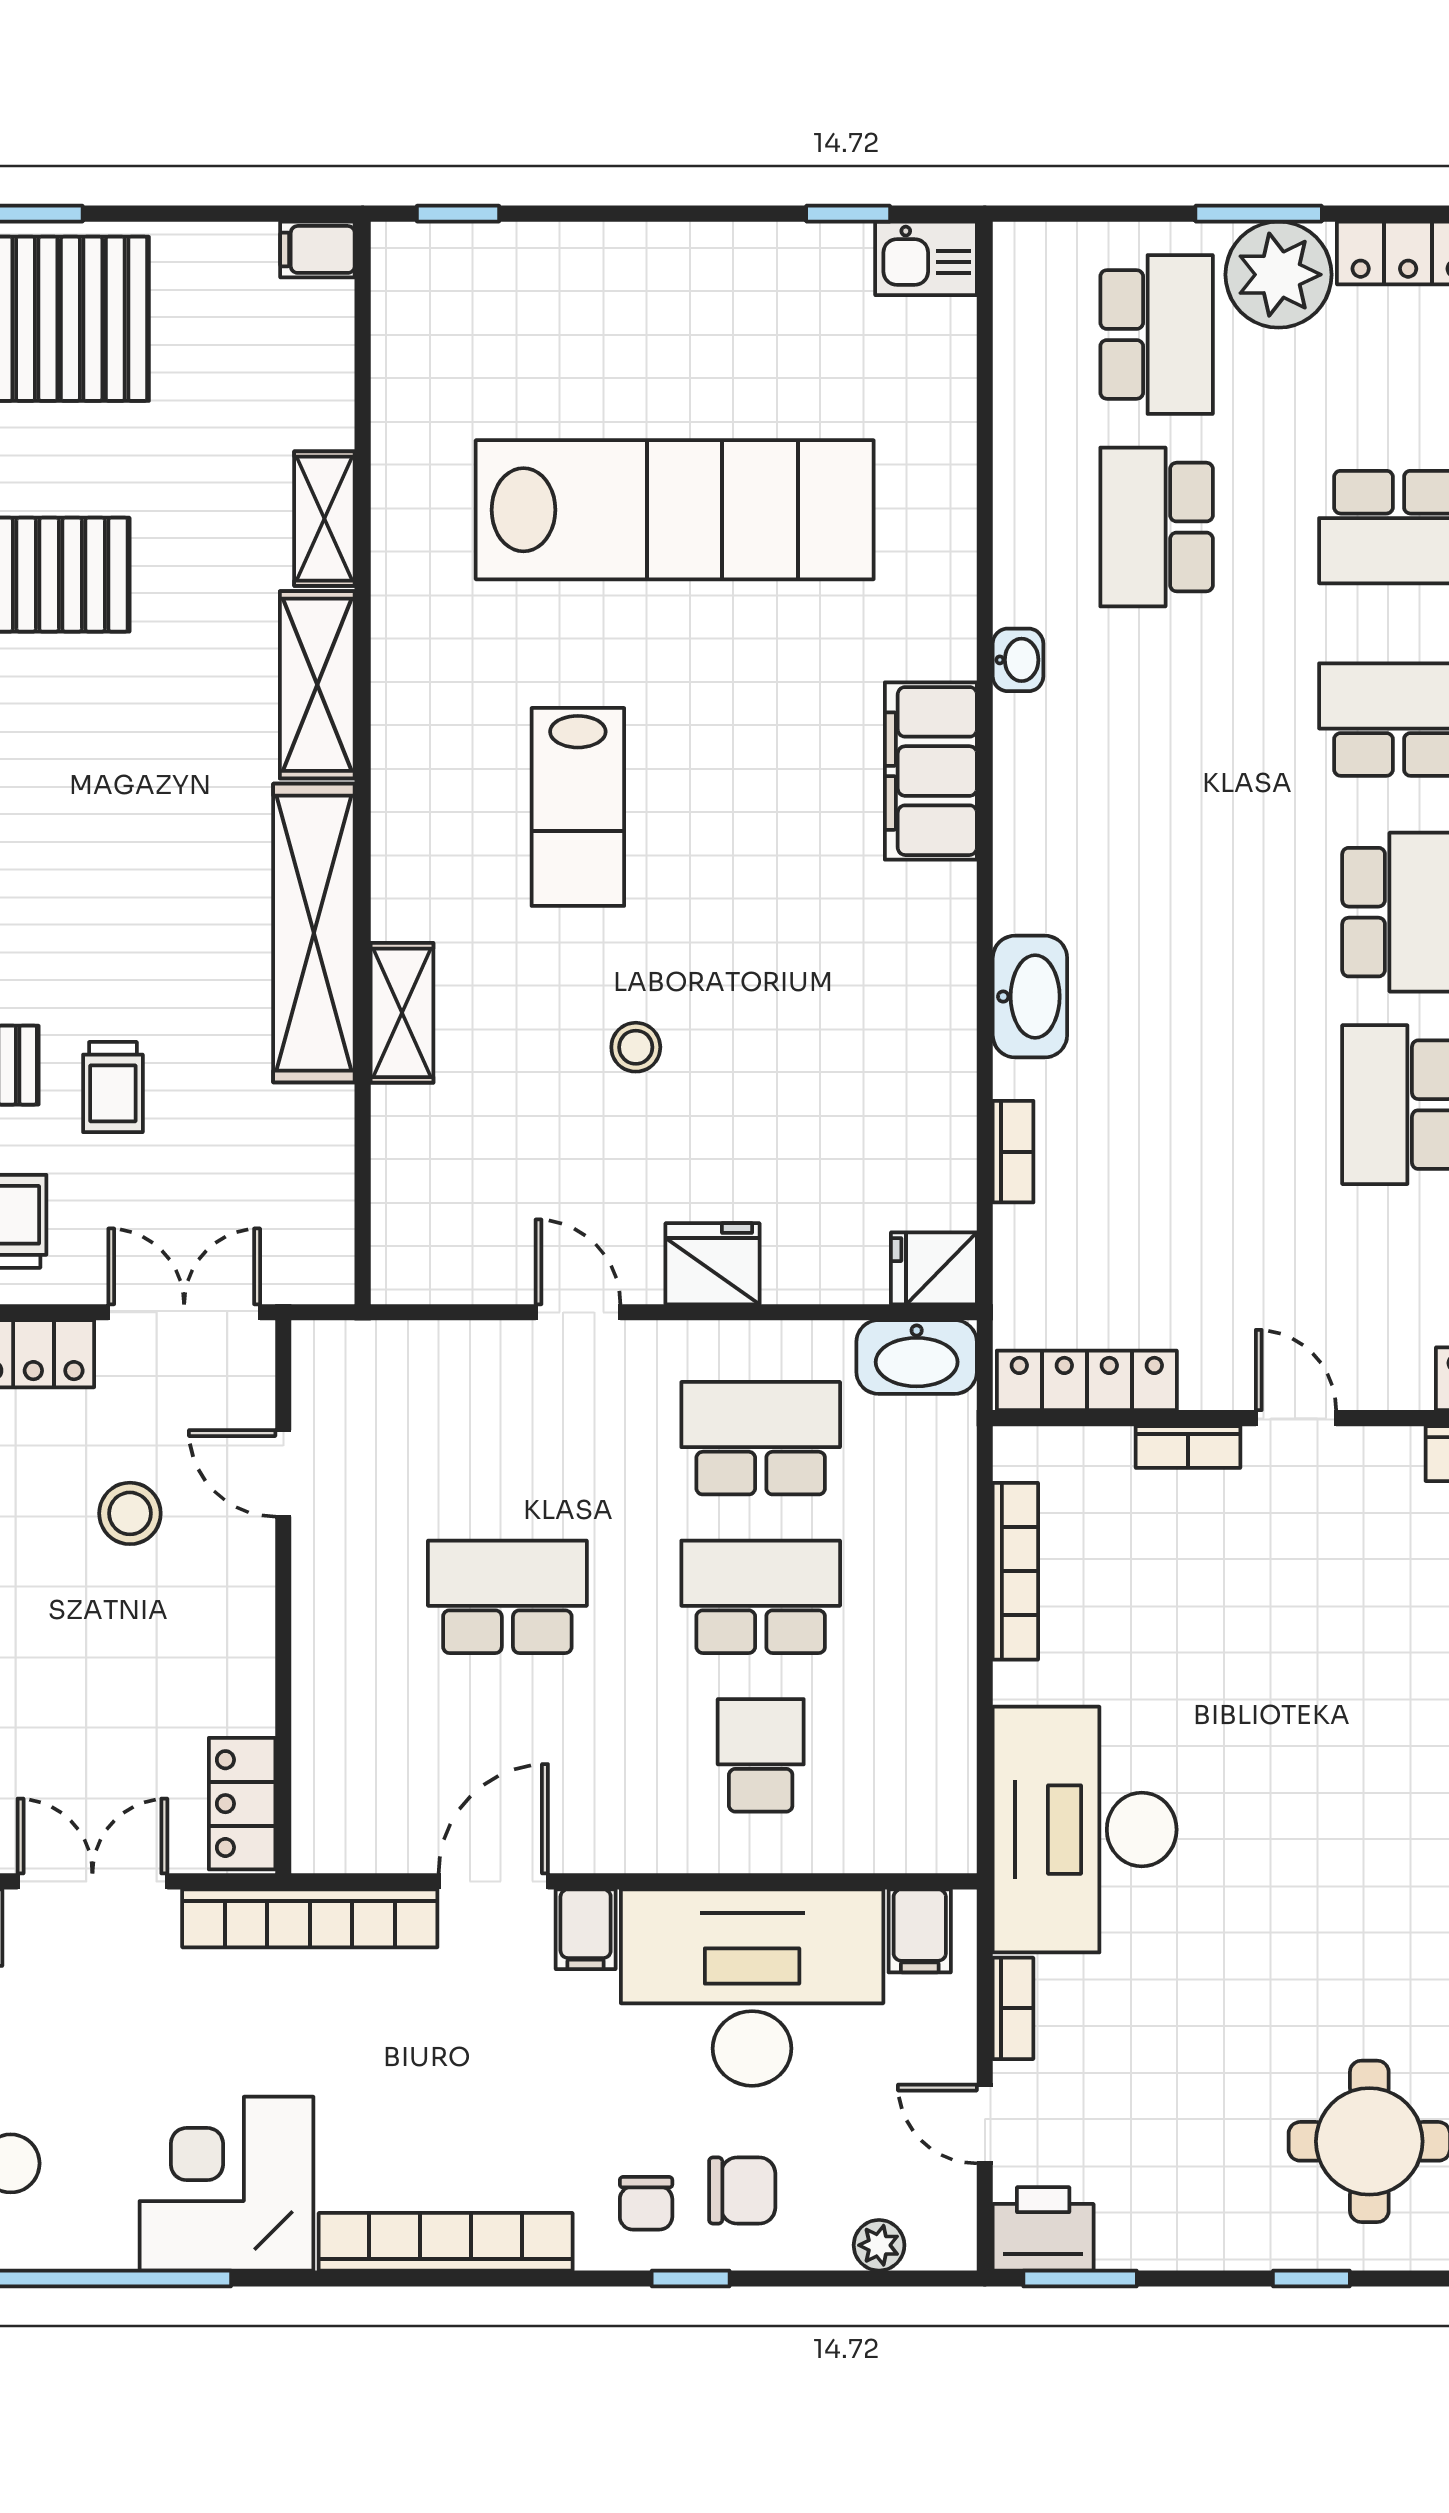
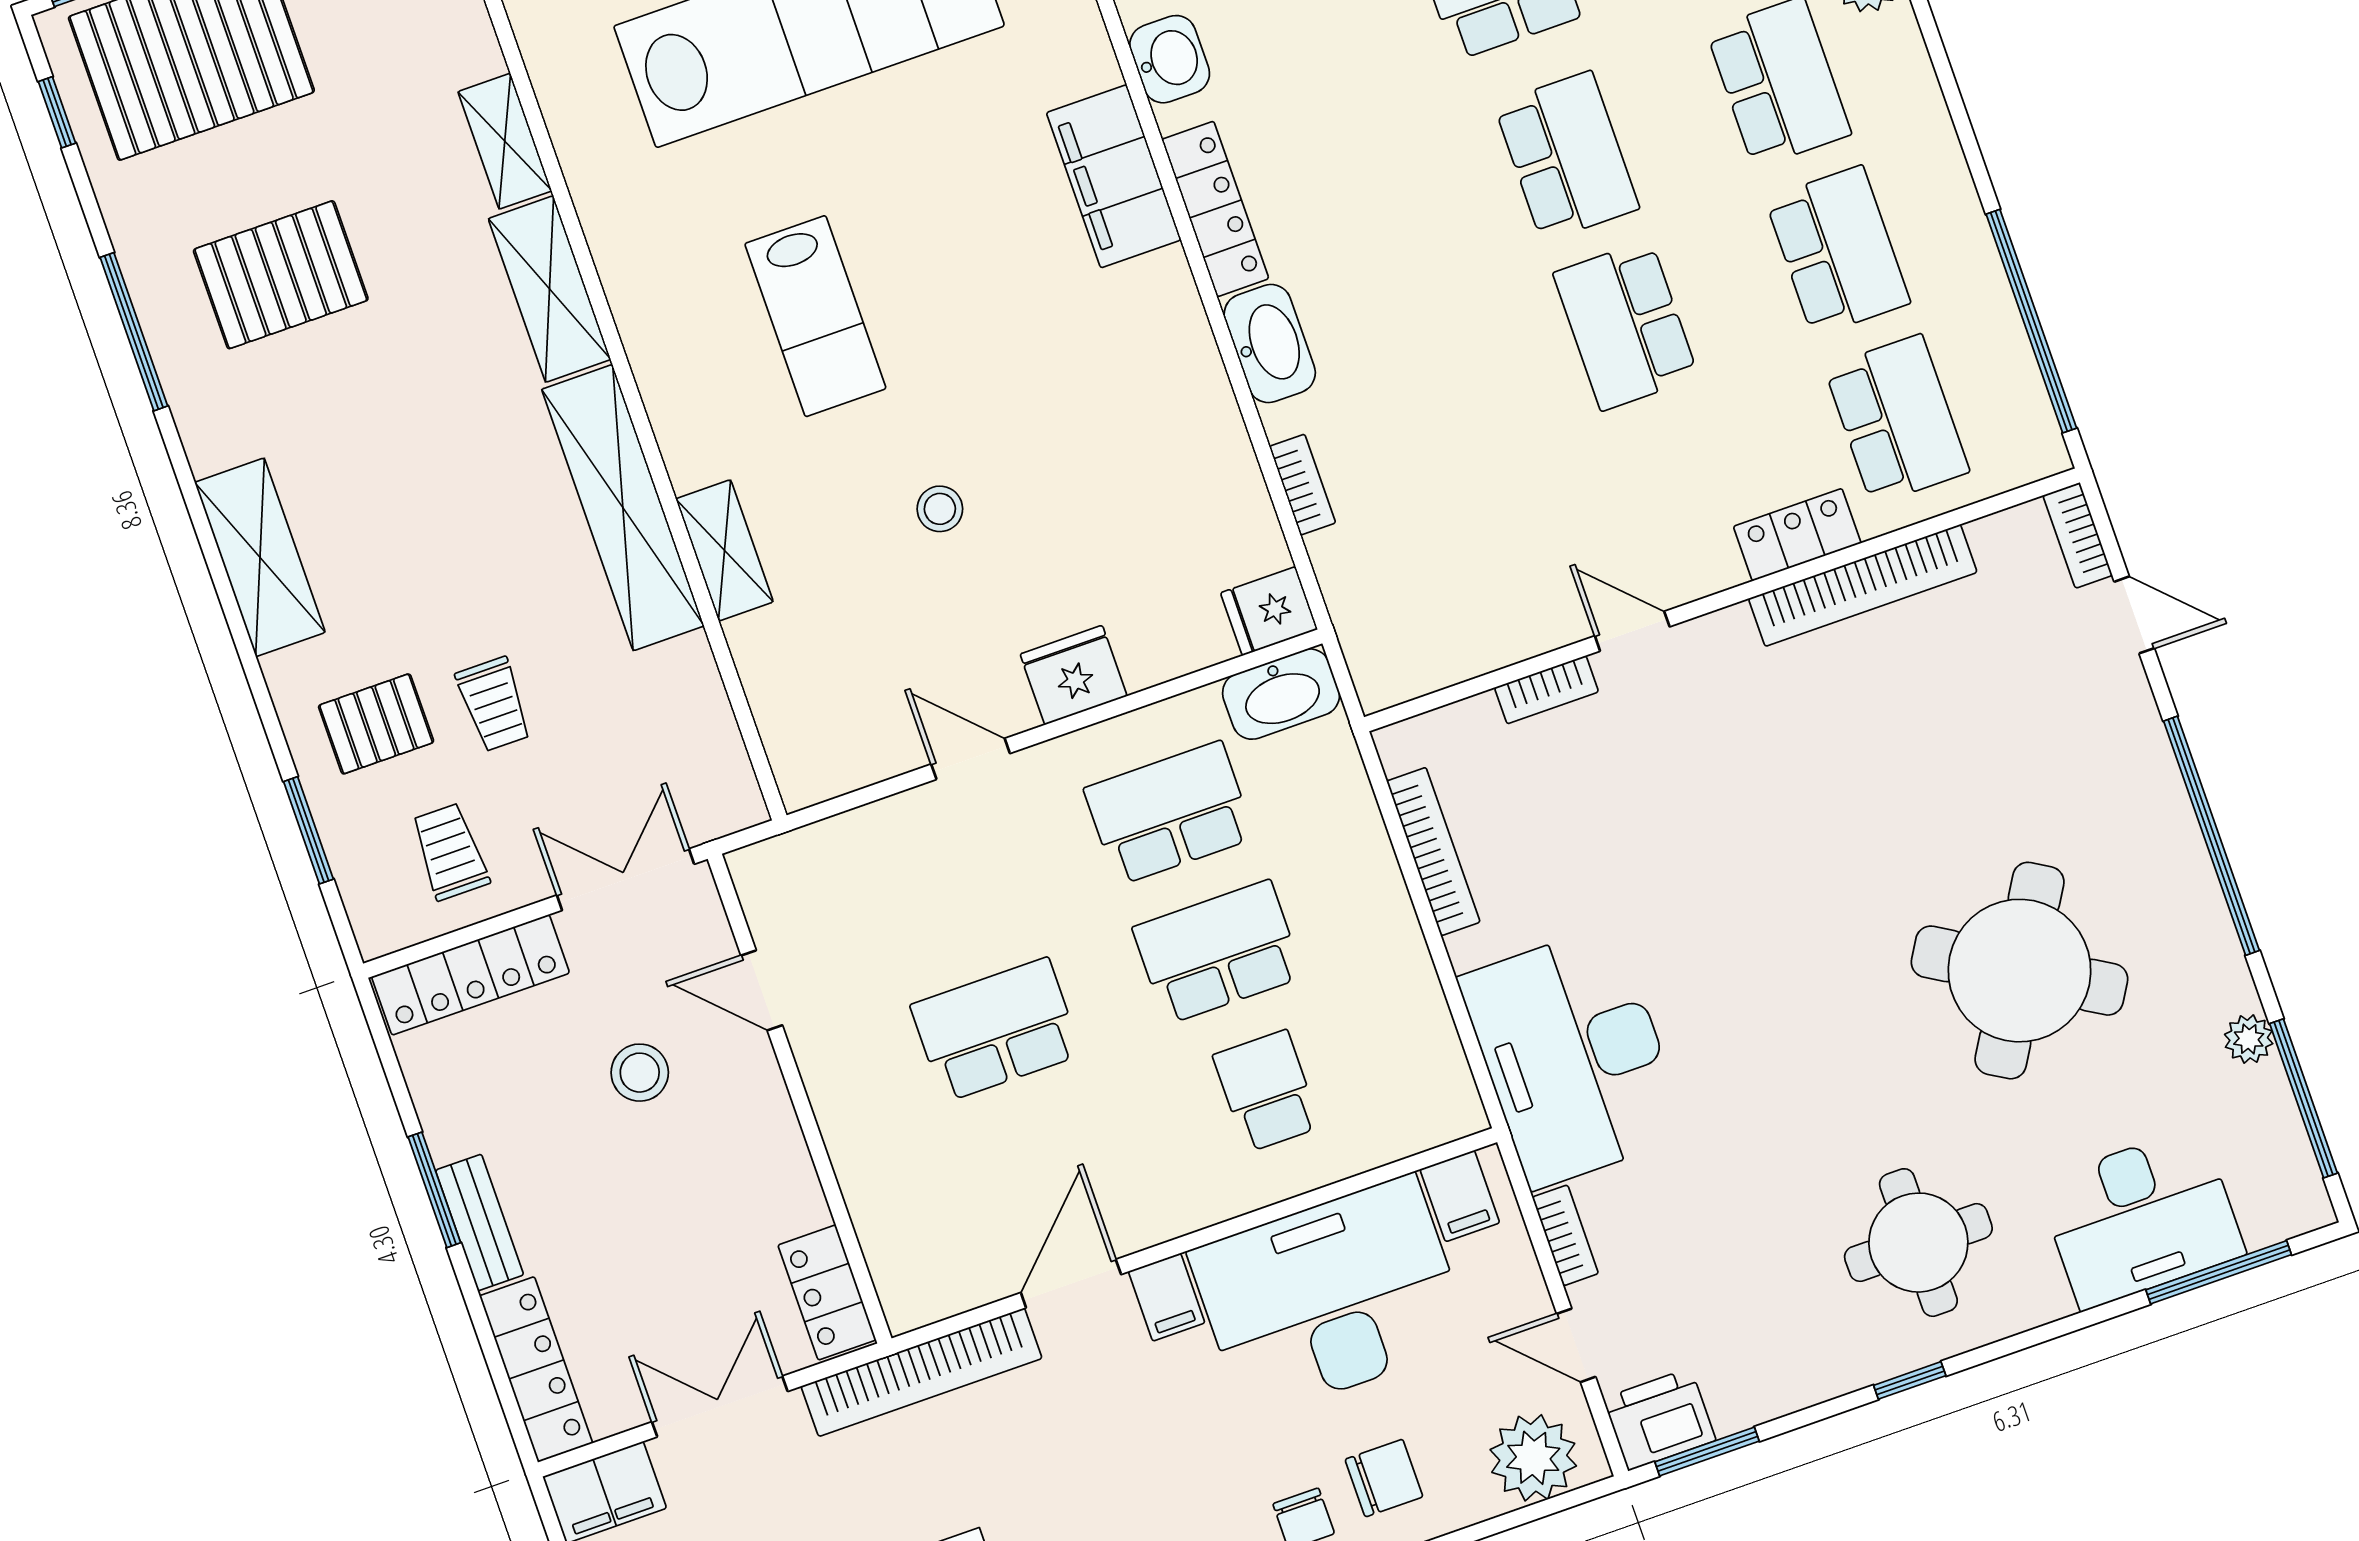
washbasin: (1018, 660) -> (1170, 59), width x1.38, depth x1.45
locker: (1087, 1380) -> (1215, 209), moved, turned 90
plant: (879, 2245) -> (1533, 1458), width x1.88, depth x1.88

